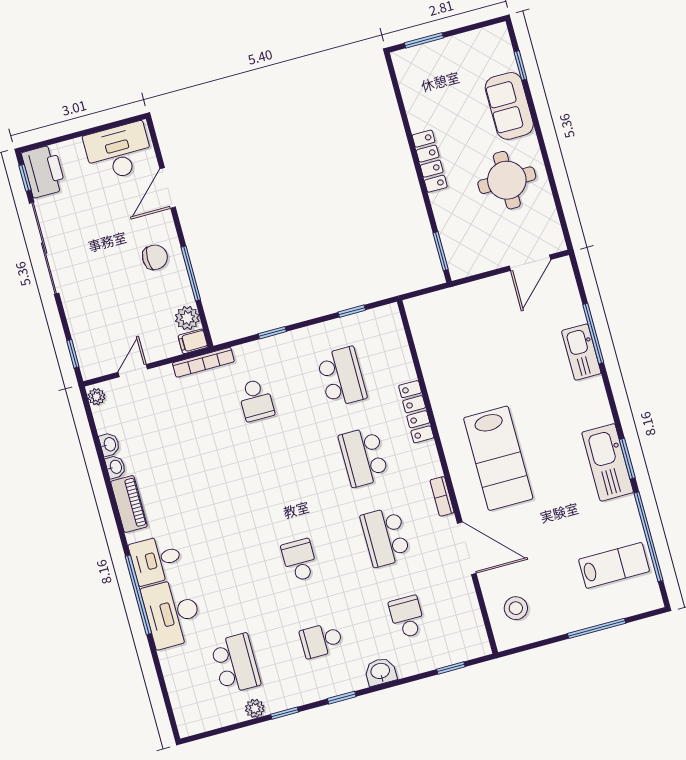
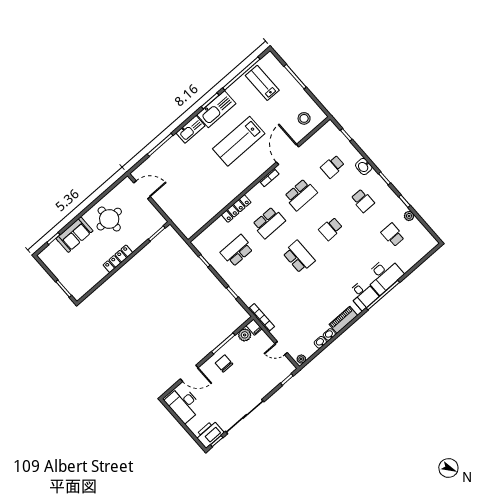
kitchen sink: (581, 352) -> (191, 129), moved
school desk: (256, 400) -> (299, 257), moved, width x1.85
lab bench: (498, 458) -> (239, 141), moved, turned 180
school desk: (235, 664) -> (393, 235), width x0.54

